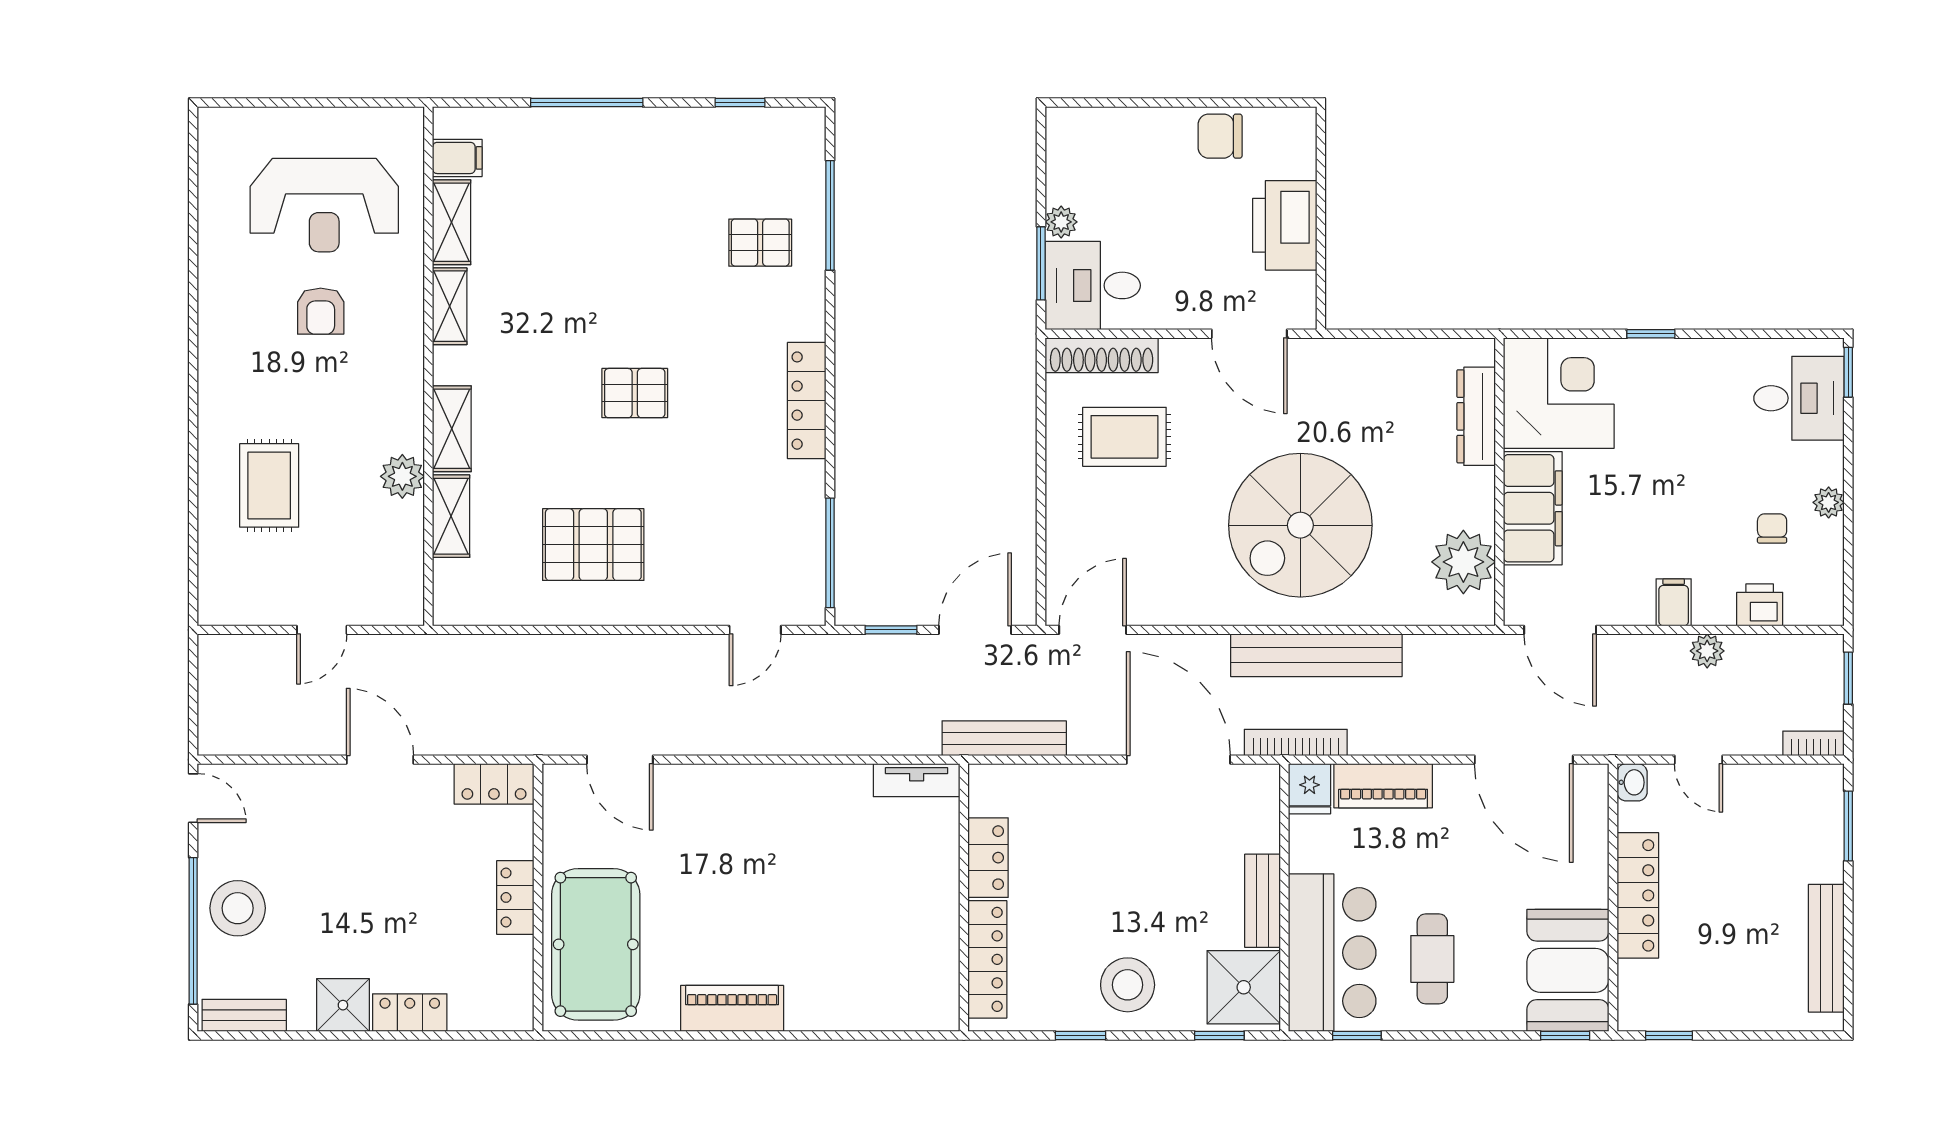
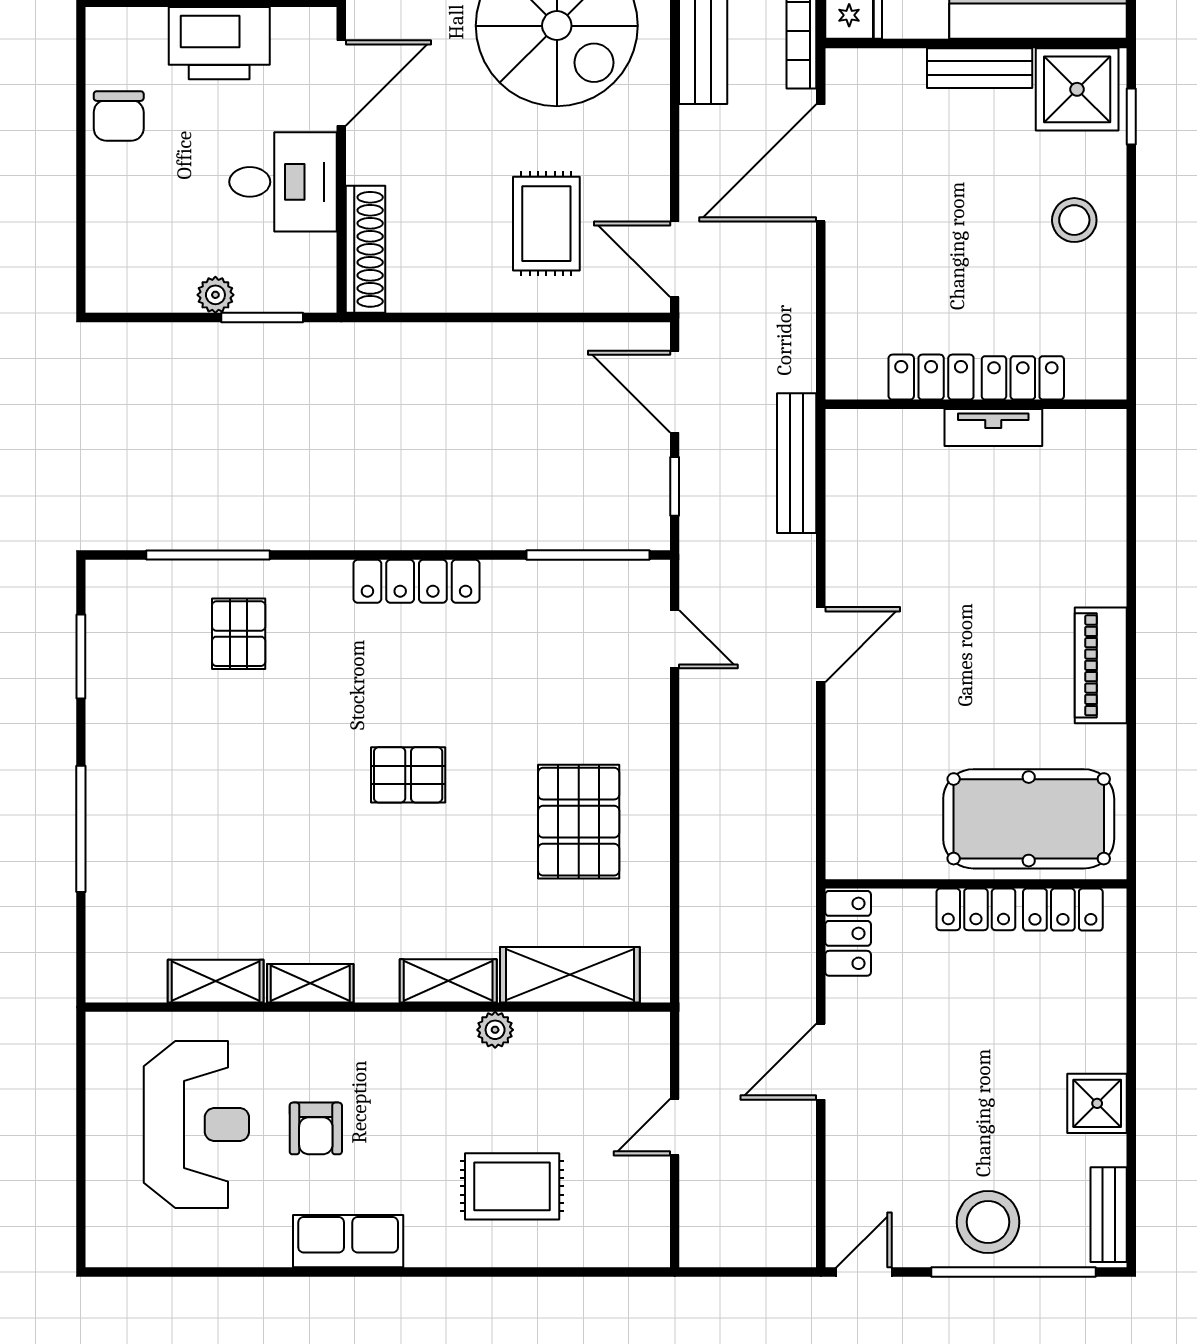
window: (740, 102) -> (81, 656), width x1.50
filing cabinet: (457, 158) -> (143, 975), removed
desk: (1093, 285) -> (283, 182), moved, turned -90
armchair: (321, 311) -> (316, 1128), turned 90
row of seats: (221, 340) -> (348, 1241), added
pallet: (635, 393) -> (408, 775), turned 90
rug: (1124, 437) -> (546, 224), moved
plant: (402, 476) -> (495, 1030), width x0.73, depth x0.73
shelving: (451, 516) -> (570, 975), width x1.50, depth x1.33
door: (322, 630) -> (675, 1127), swing flipped
bench: (1004, 738) -> (797, 463), moved
door: (620, 760) -> (821, 645), moved
tv unit: (917, 780) -> (993, 427), moved, turned 90
locker: (987, 959) -> (1023, 378), width x0.66
stool: (1128, 985) -> (1074, 220), width x0.73, depth x0.73
locker: (410, 1013) -> (1063, 910), moved, turned -90
window: (1080, 1035) -> (1131, 273), removed

